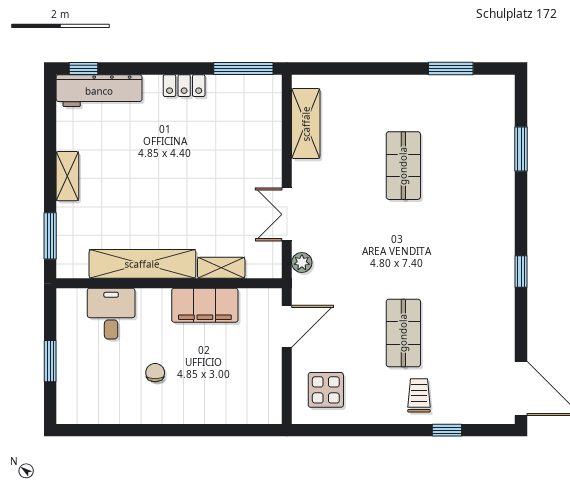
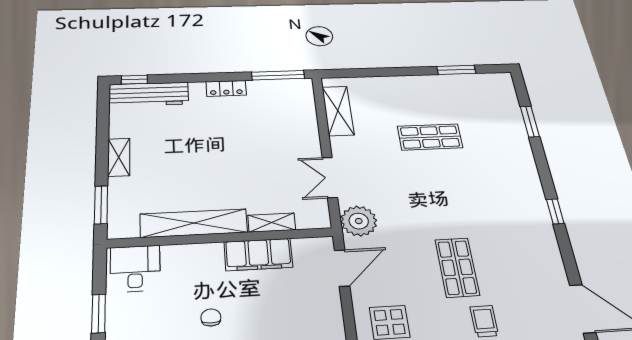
shop shelf: (403, 166) -> (430, 137), turned 90
plant: (302, 262) -> (359, 221), width x1.87, depth x1.87
desk: (111, 314) -> (135, 269), moved

